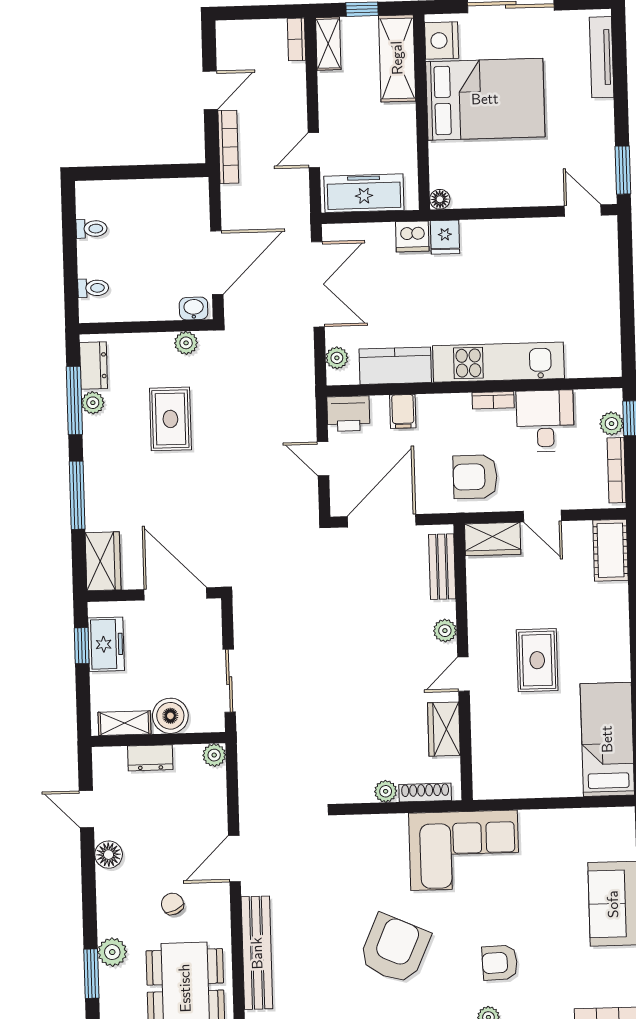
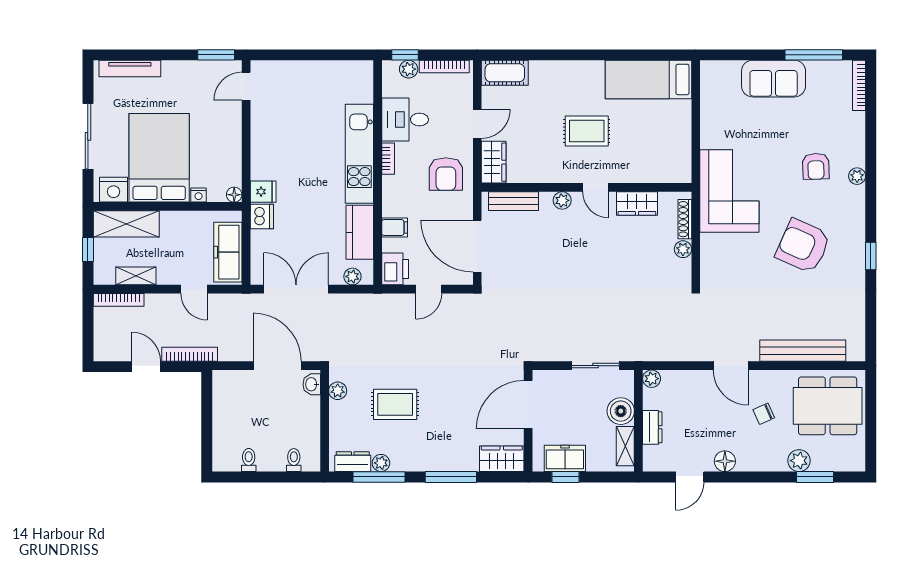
bookcase: (297, 39) -> (119, 300), width x1.56
shelving: (328, 44) -> (136, 276), moved
nightstand: (438, 152) -> (199, 195), added

